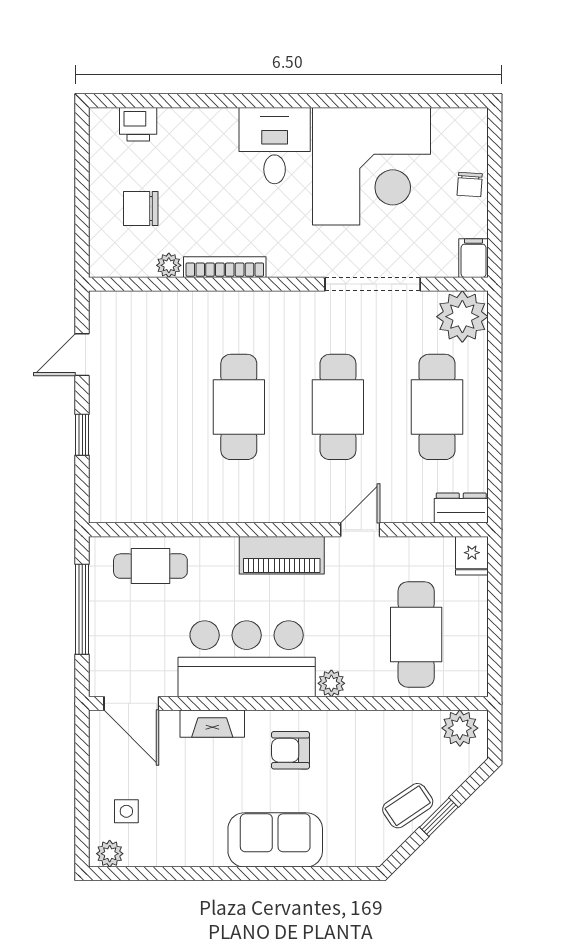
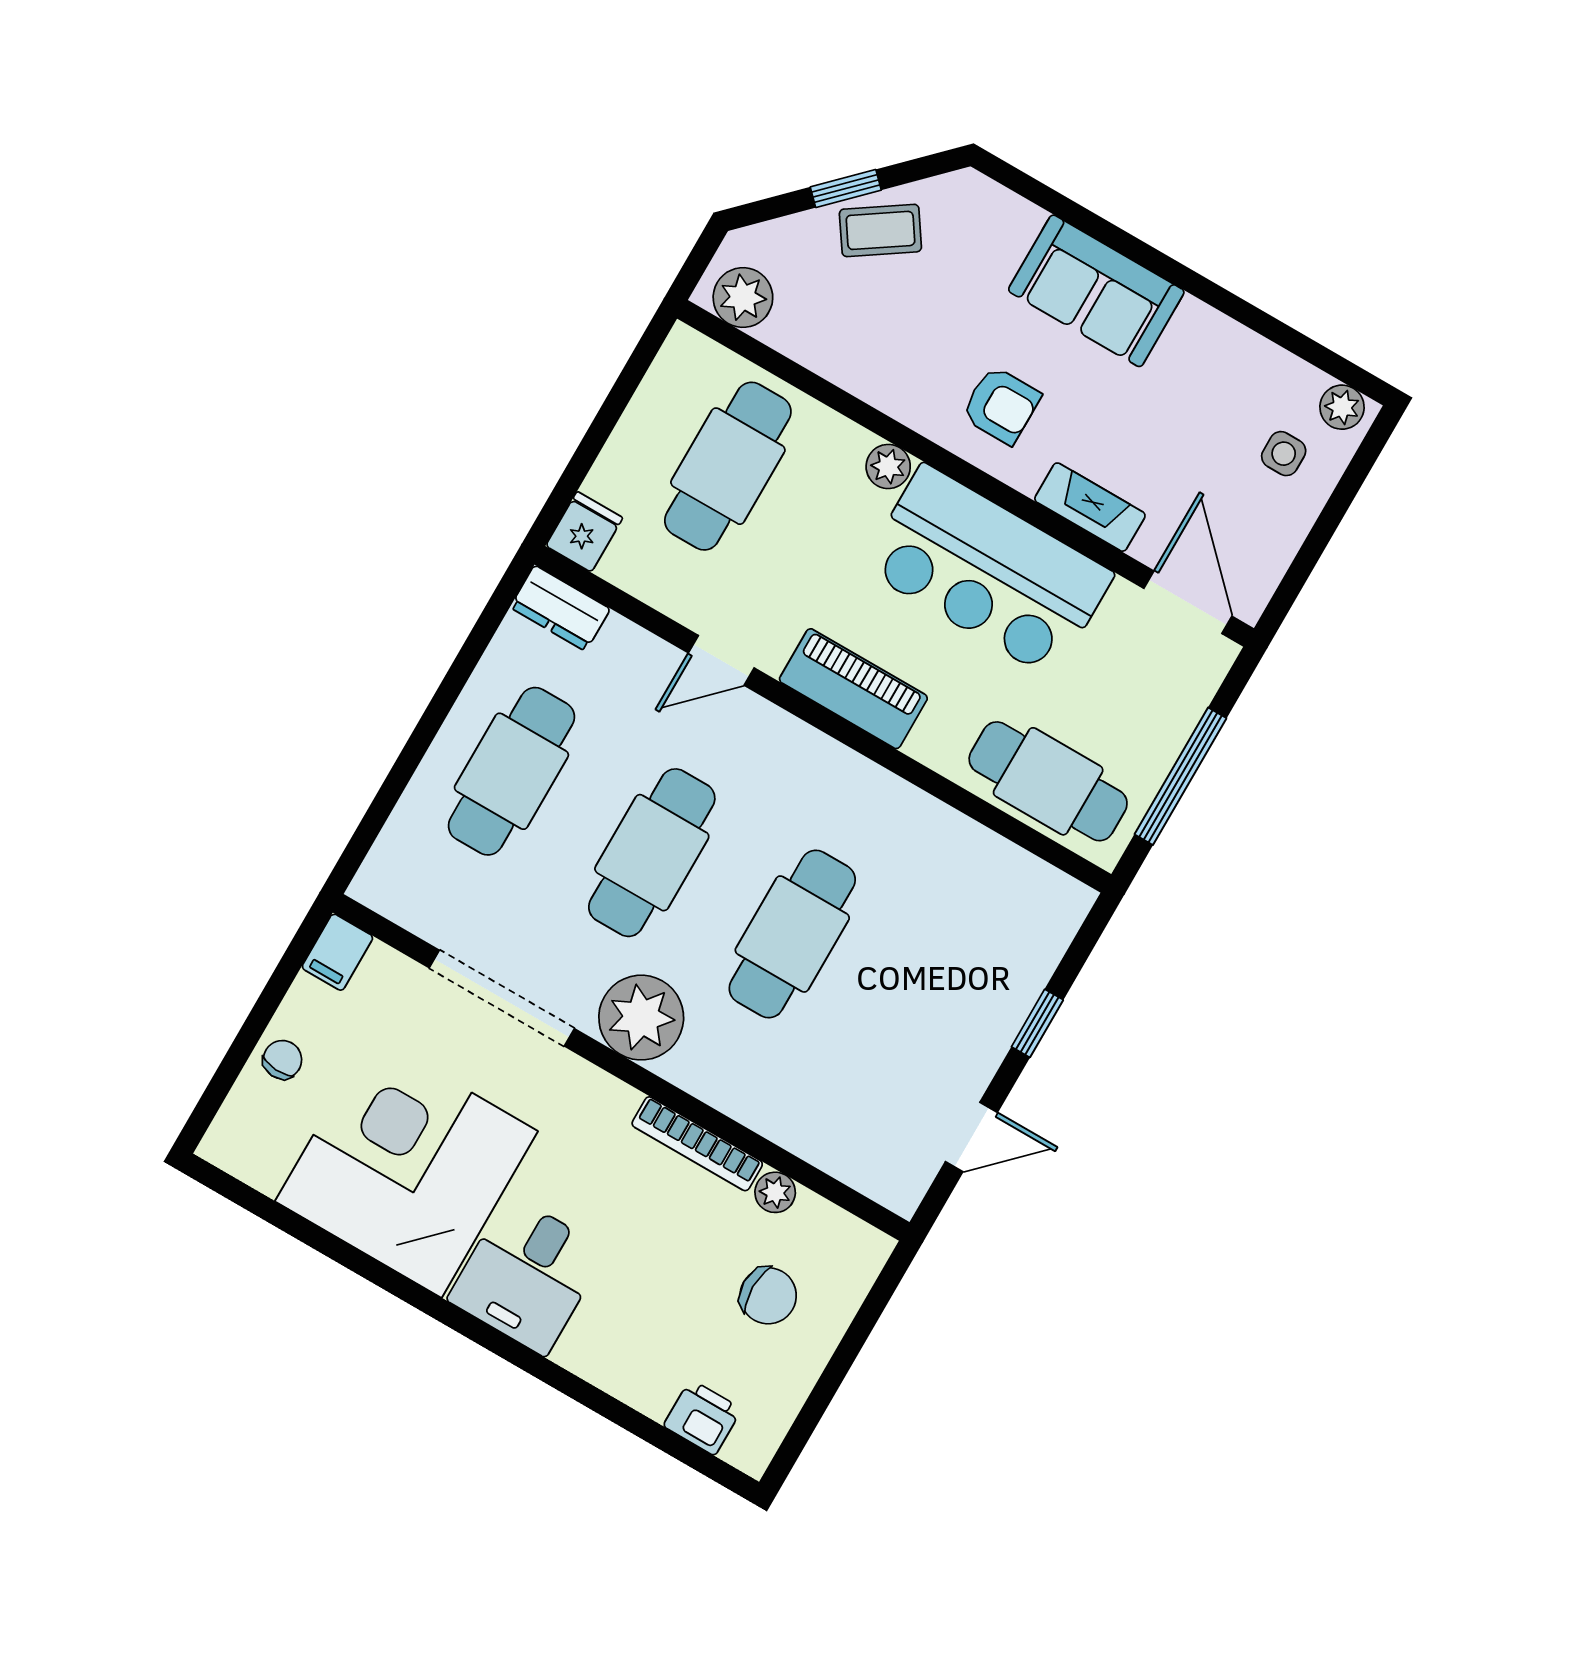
plant: (462, 317) -> (641, 1018), moved
cafe table: (150, 566) -> (1048, 781), width x1.37, depth x1.35

